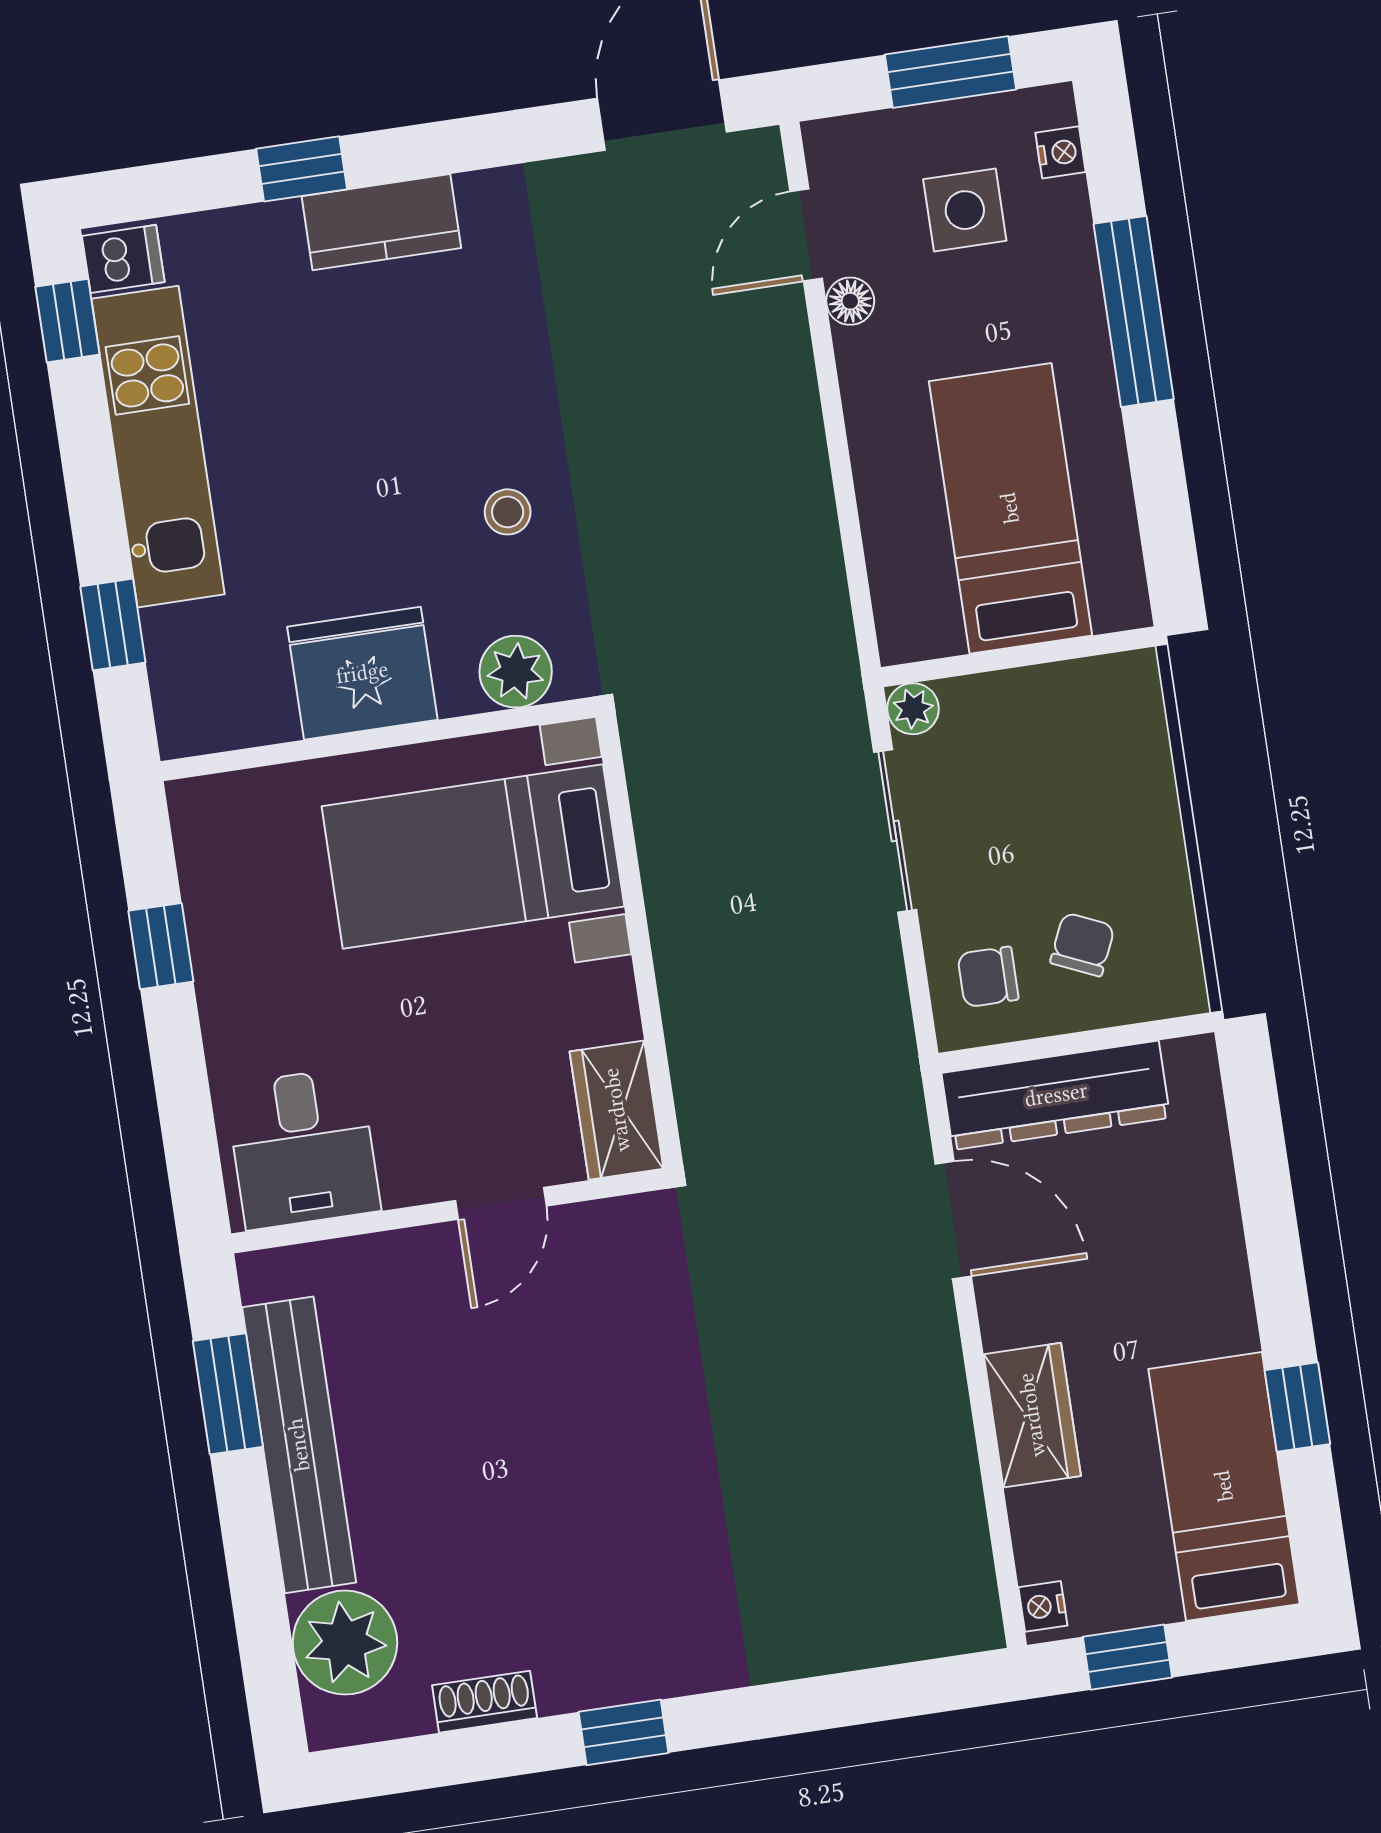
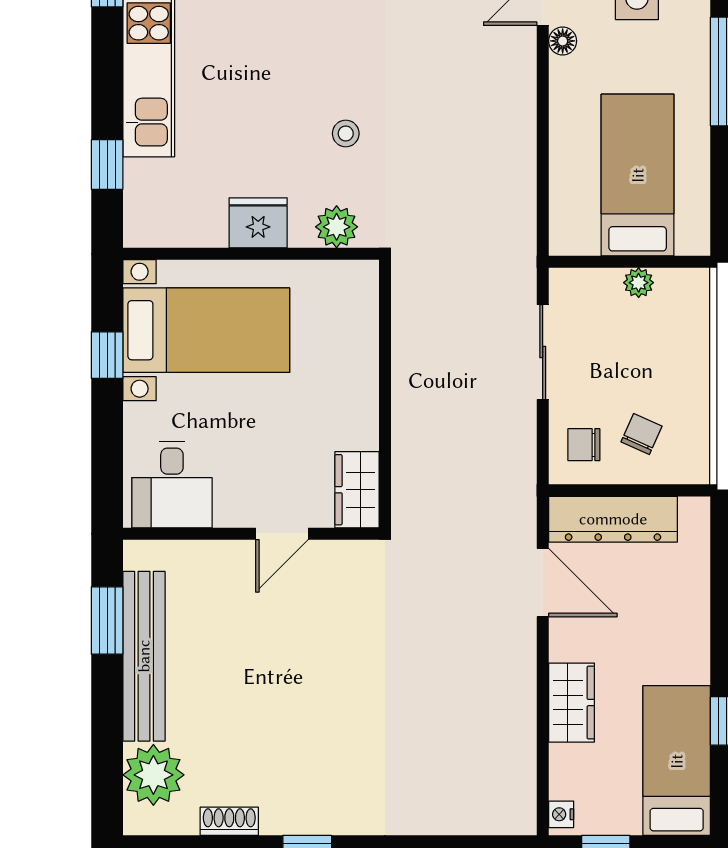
fridge: (362, 673) -> (258, 223), width x0.73, depth x0.75
plant: (913, 709) -> (639, 283), moved
bed with nightstands: (473, 856) -> (206, 330), moved, turned 180

